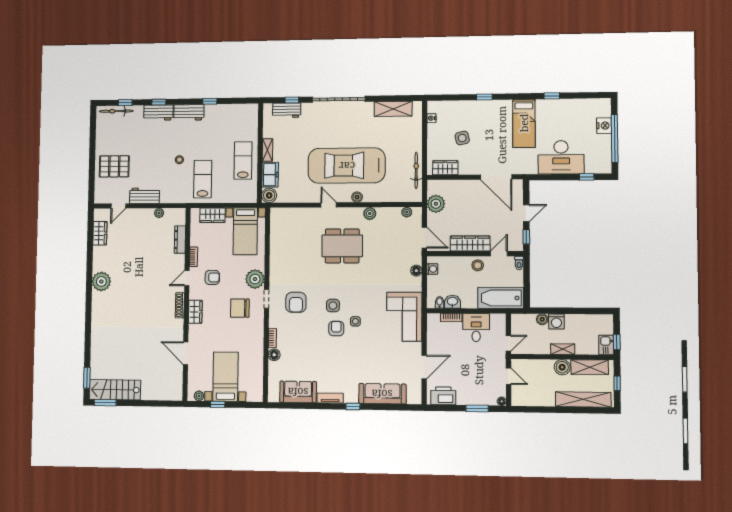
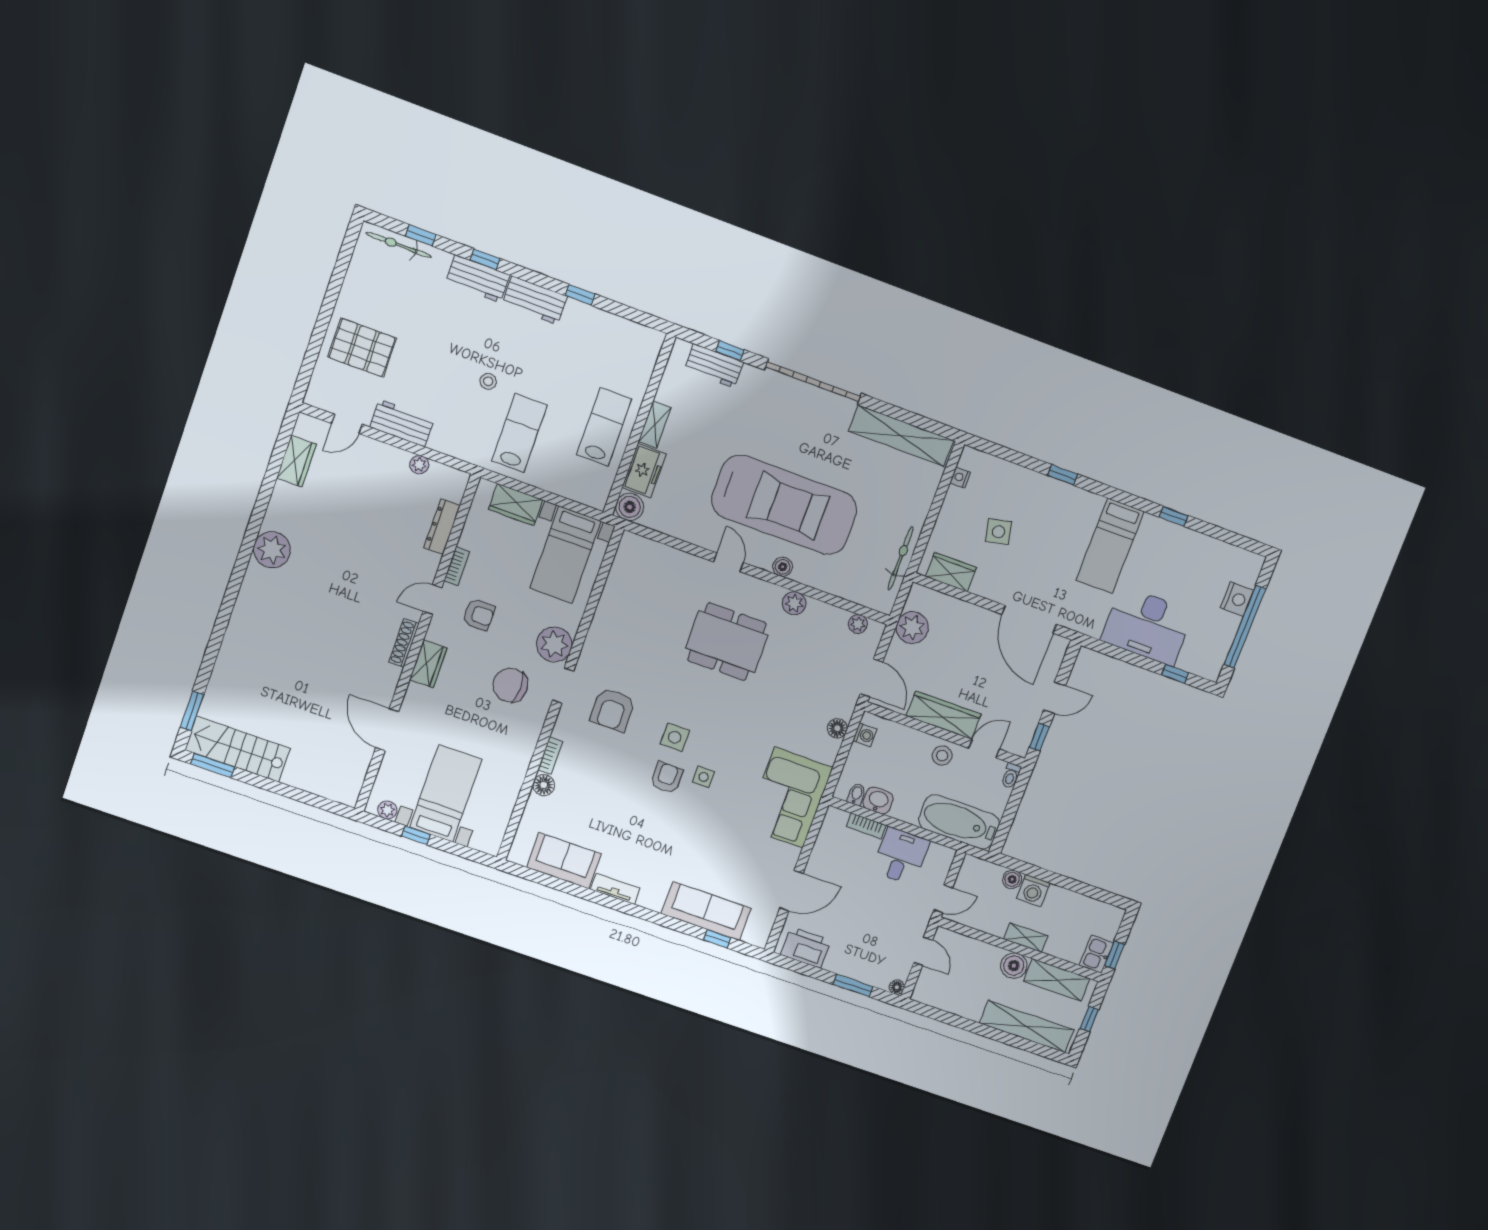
shelving: (393, 109) -> (901, 436), width x1.47
car: (347, 166) -> (784, 505), turned 180
window: (353, 406) -> (717, 939), moved

